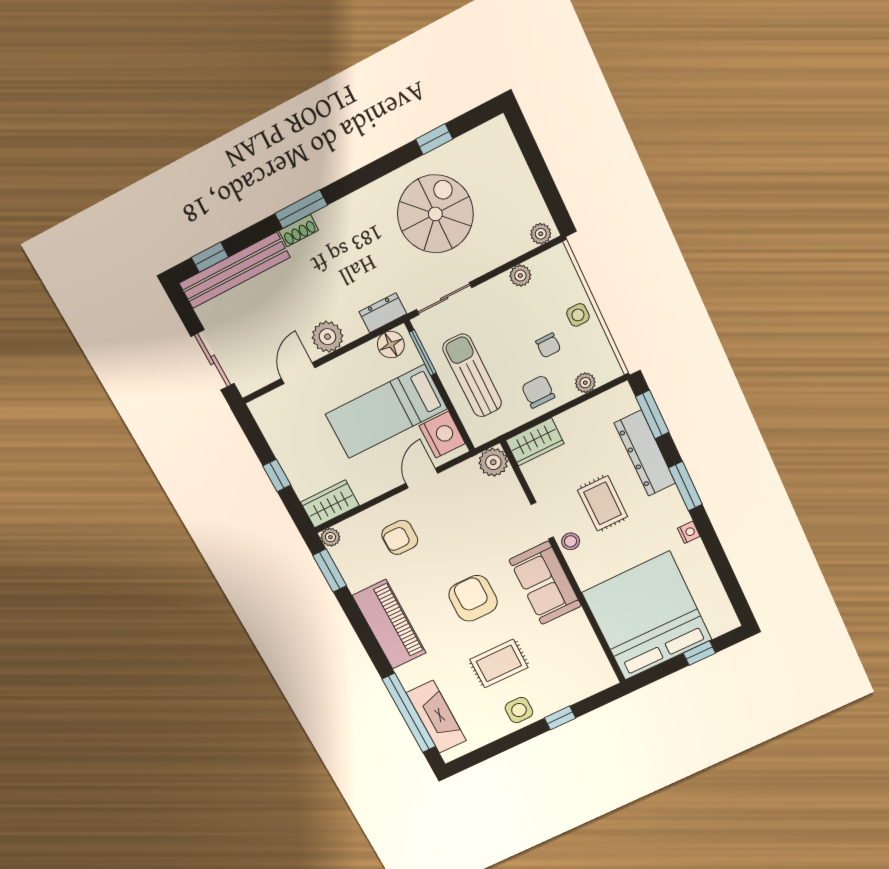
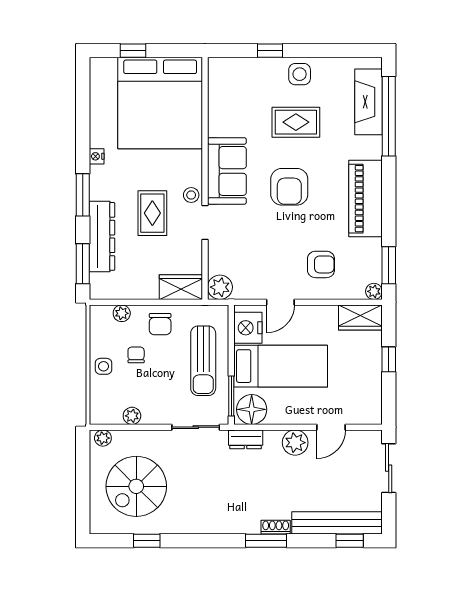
spiral stairs: (435, 214) -> (136, 486), moved
floor lamp: (391, 345) -> (252, 409), width x1.38, depth x1.38

